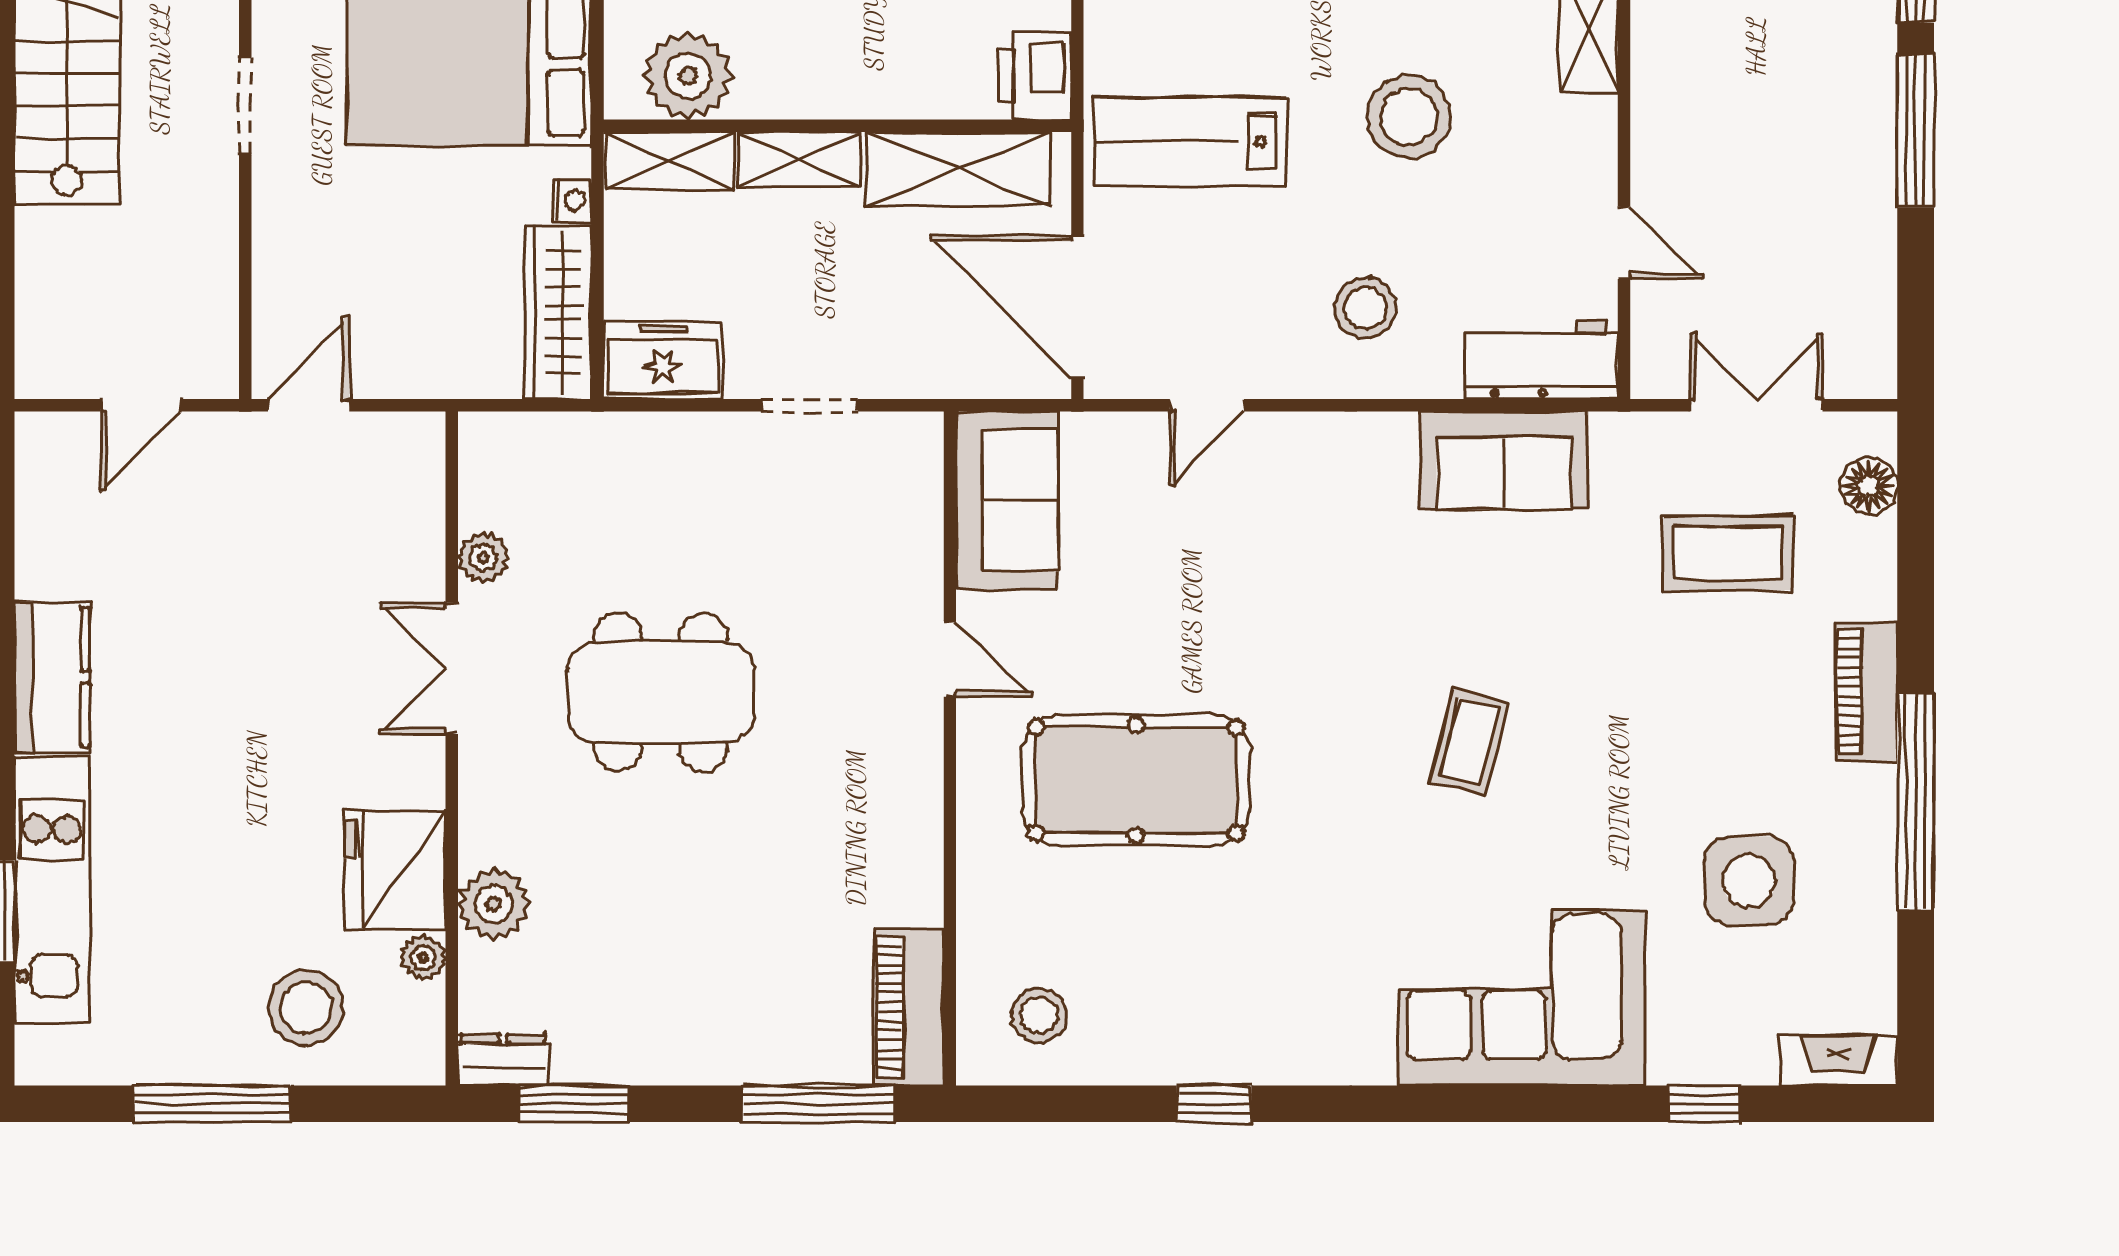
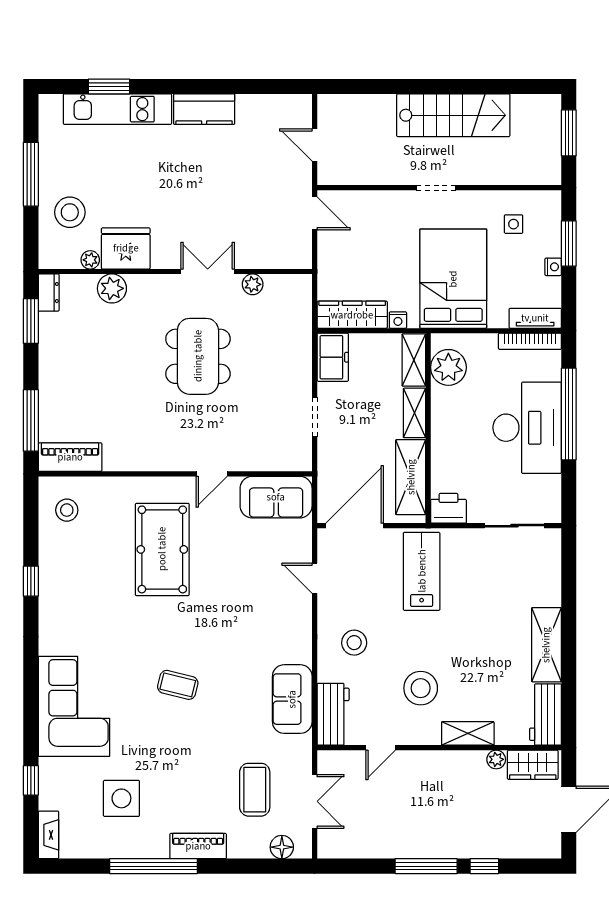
stool: (1409, 117) -> (421, 688), moved

